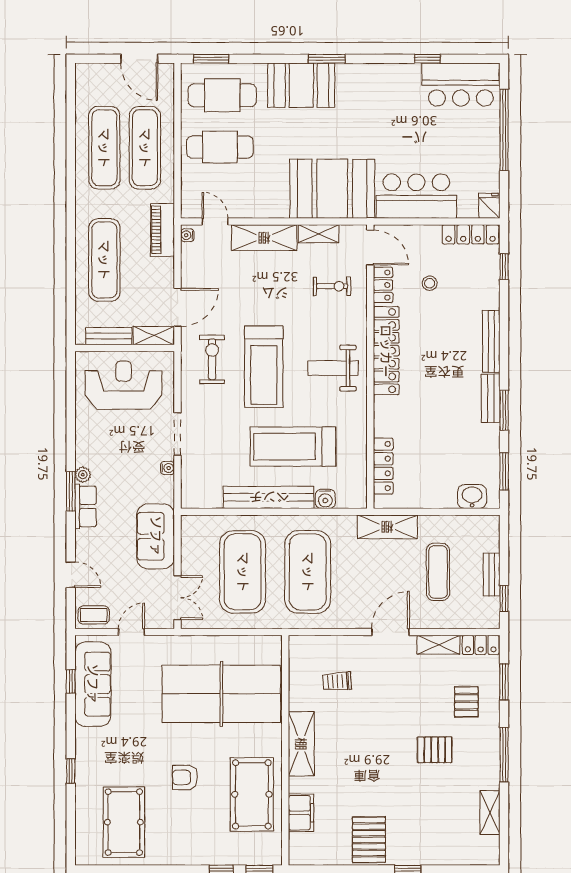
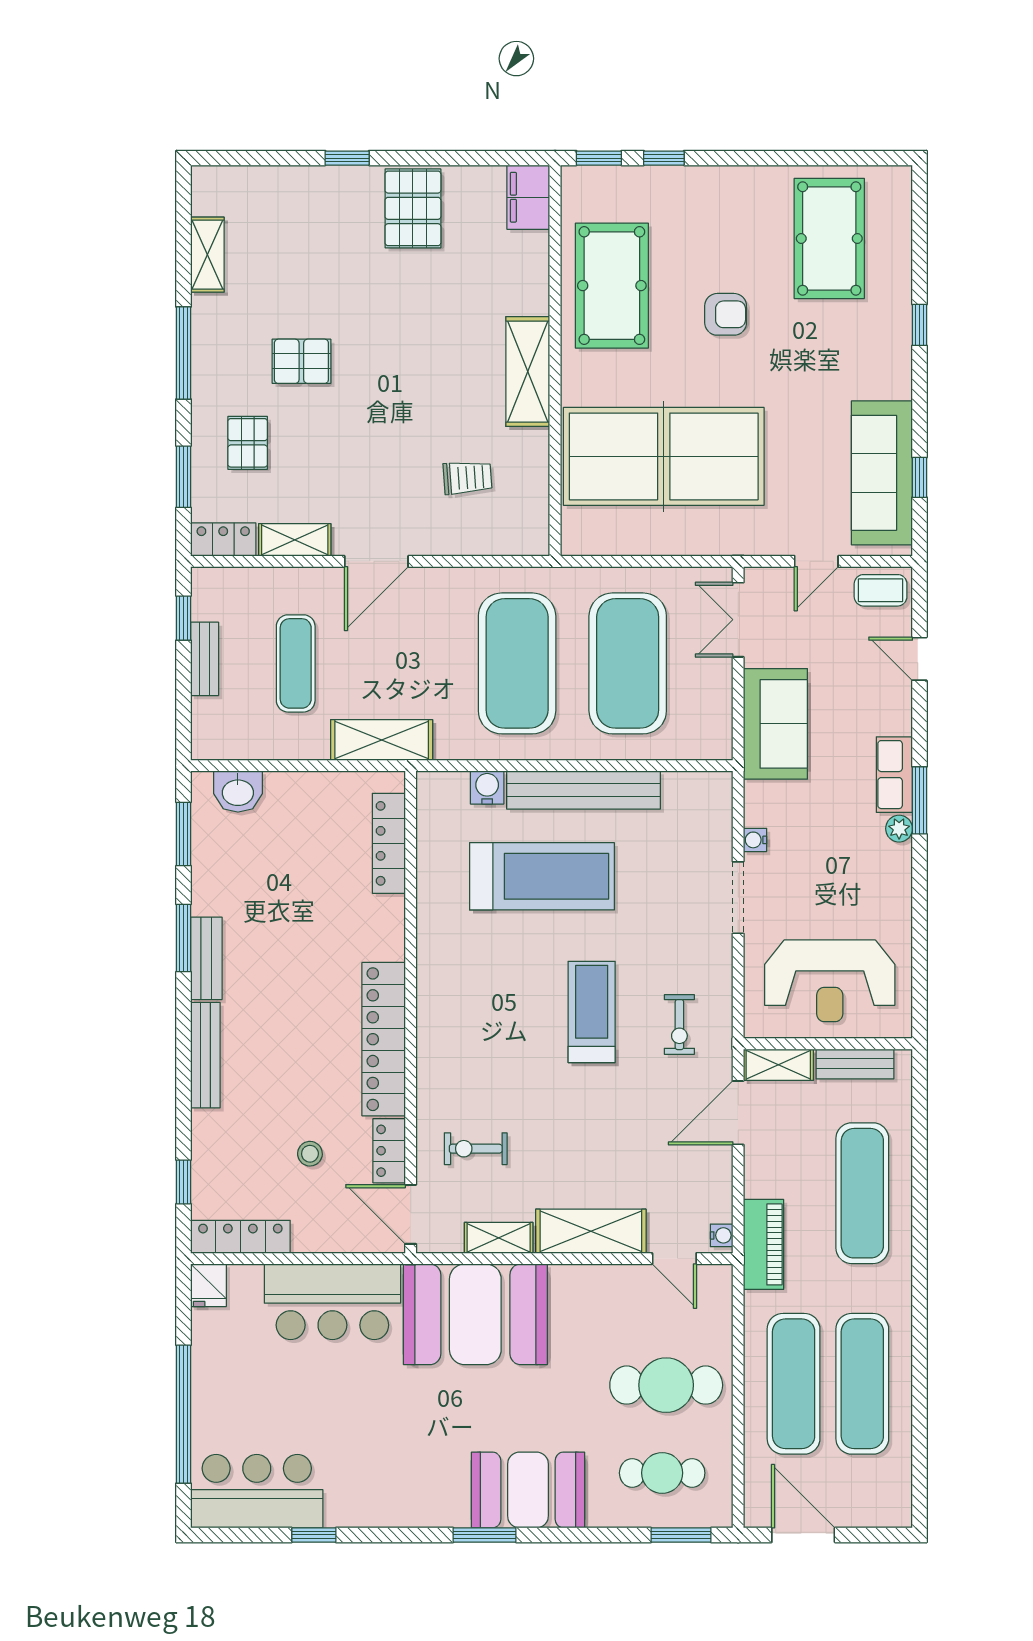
cafe table: (222, 95) -> (662, 1473), width x0.73, depth x0.74
exercise bike: (212, 359) -> (679, 1025), width x0.73, depth x0.72
treadmill: (264, 367) -> (592, 1012), width x0.73, depth x0.73
weight bench: (333, 368) -> (474, 1010), removed
filing cabinet: (301, 813) -> (528, 197), moved

